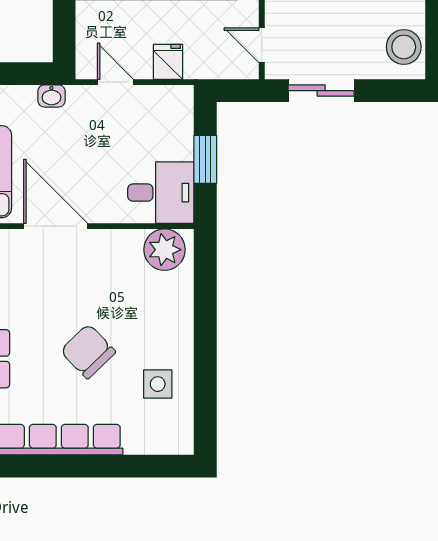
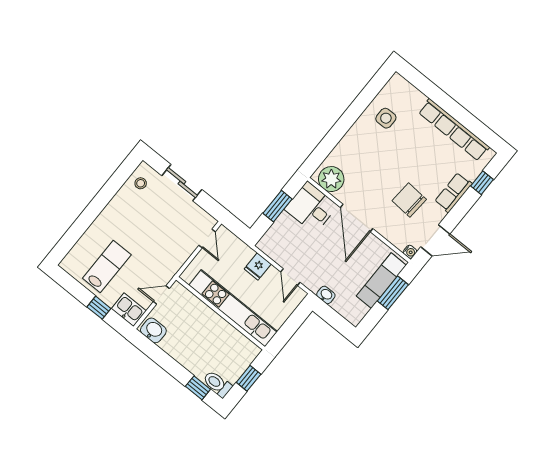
stool: (404, 47) -> (141, 183), width x0.53, depth x0.53
sliding door: (321, 91) -> (182, 183), moved
door: (56, 226) -> (357, 218), moved
chair: (88, 351) -> (409, 200), moved, turned 138

